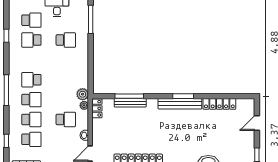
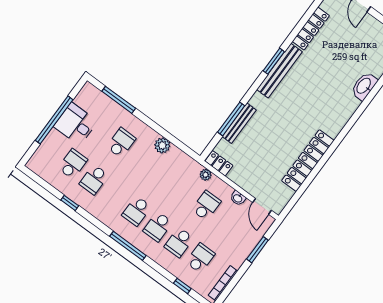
plant: (83, 94) -> (162, 145), moved
school desk: (31, 100) -> (158, 227), turned 180
school desk: (31, 119) -> (179, 242), turned 180

